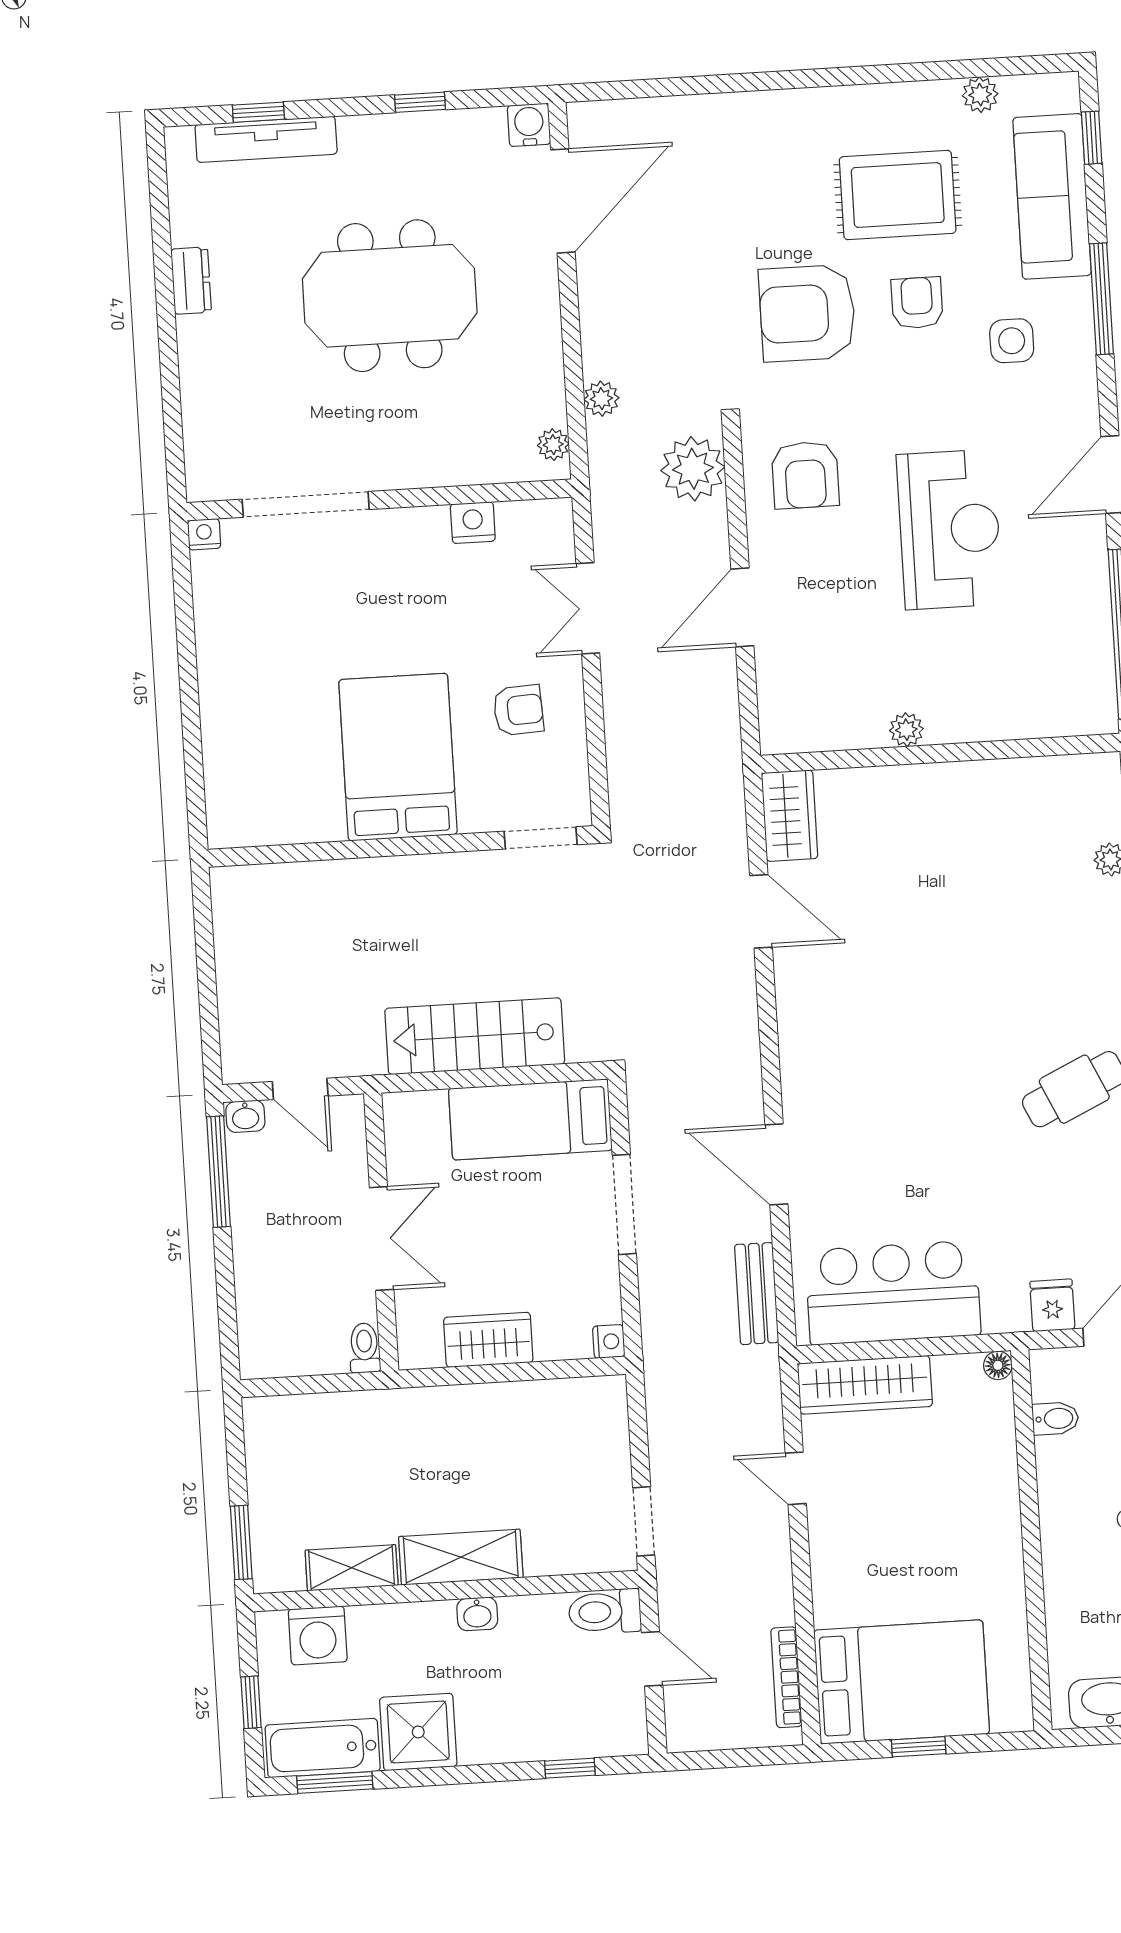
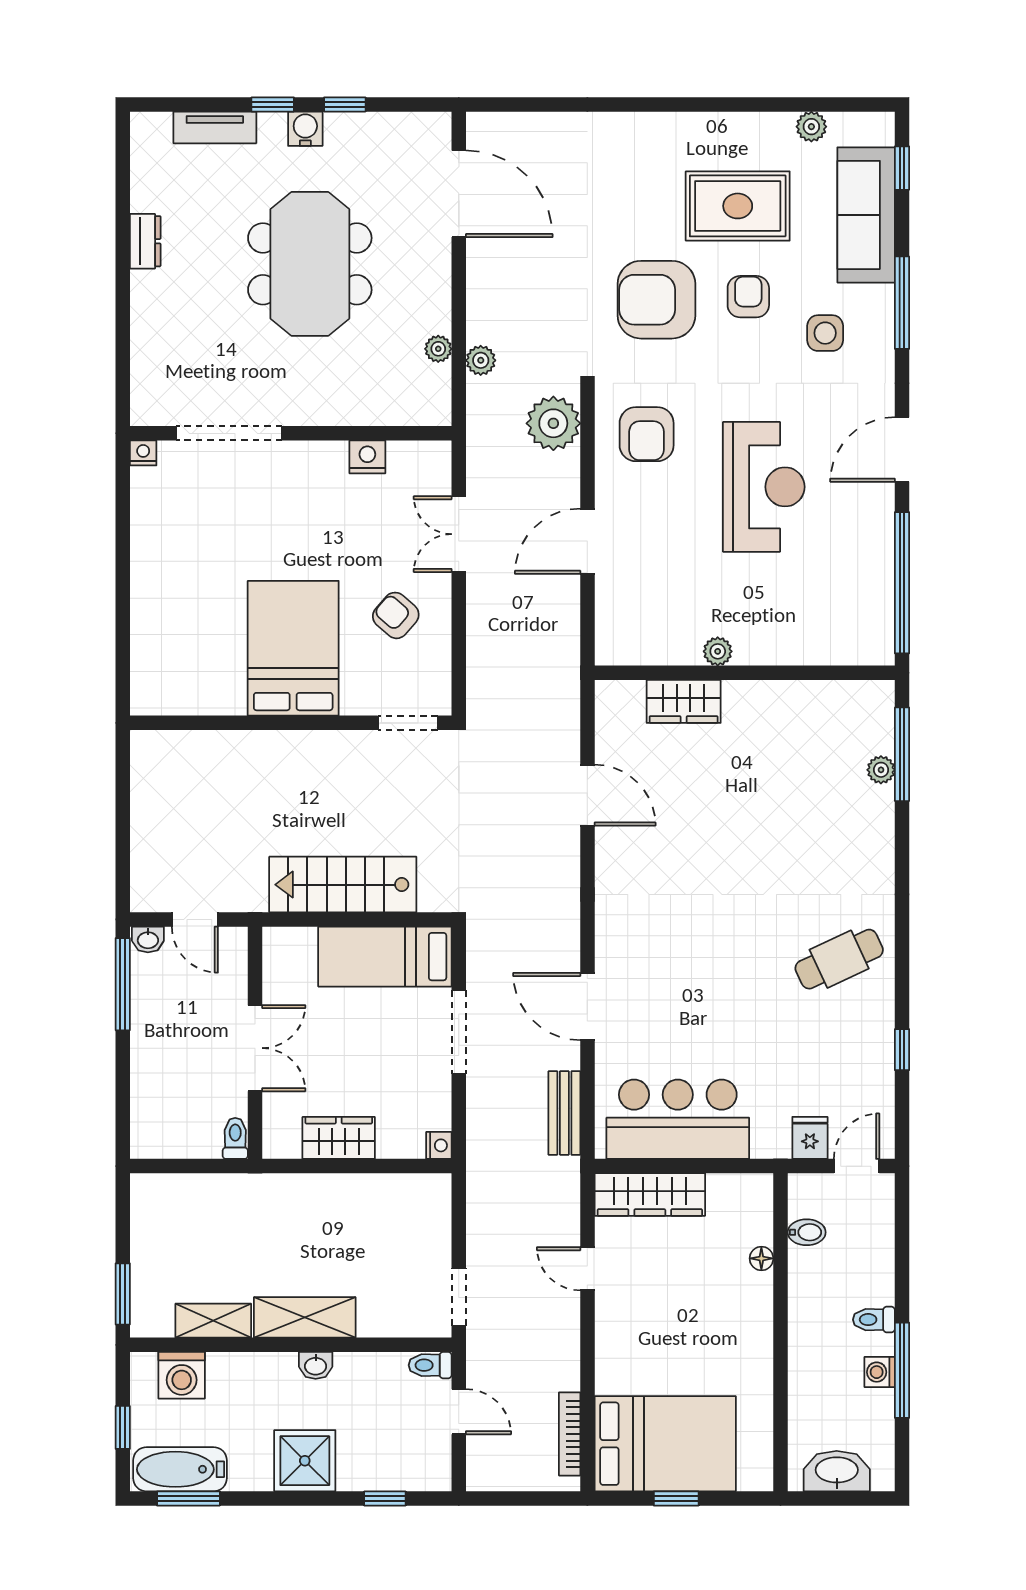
window: (258, 112) -> (273, 104), moved
water cooler: (529, 125) -> (305, 129), moved
tv unit: (266, 139) -> (215, 127), width x0.71
door: (563, 201) -> (459, 194), hinge flipped
meeting table: (390, 296) -> (310, 264), turned 90
plant: (553, 445) -> (438, 349), moved
armchair: (518, 710) -> (396, 615), turned -136
wardrobe: (790, 816) -> (684, 701), moved, turned 90
floor lamp: (998, 1365) -> (761, 1258), moved
toilet: (605, 1612) -> (430, 1365), width x0.73, depth x0.72
shower: (418, 1732) -> (305, 1461), moved

